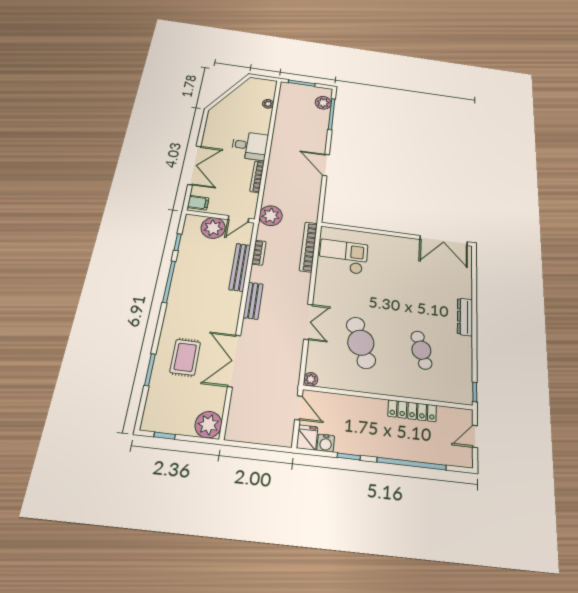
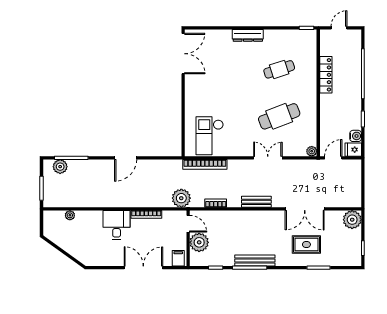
bench: (240, 267) -> (255, 260), moved
door: (475, 436) -> (339, 28), swing flipped

